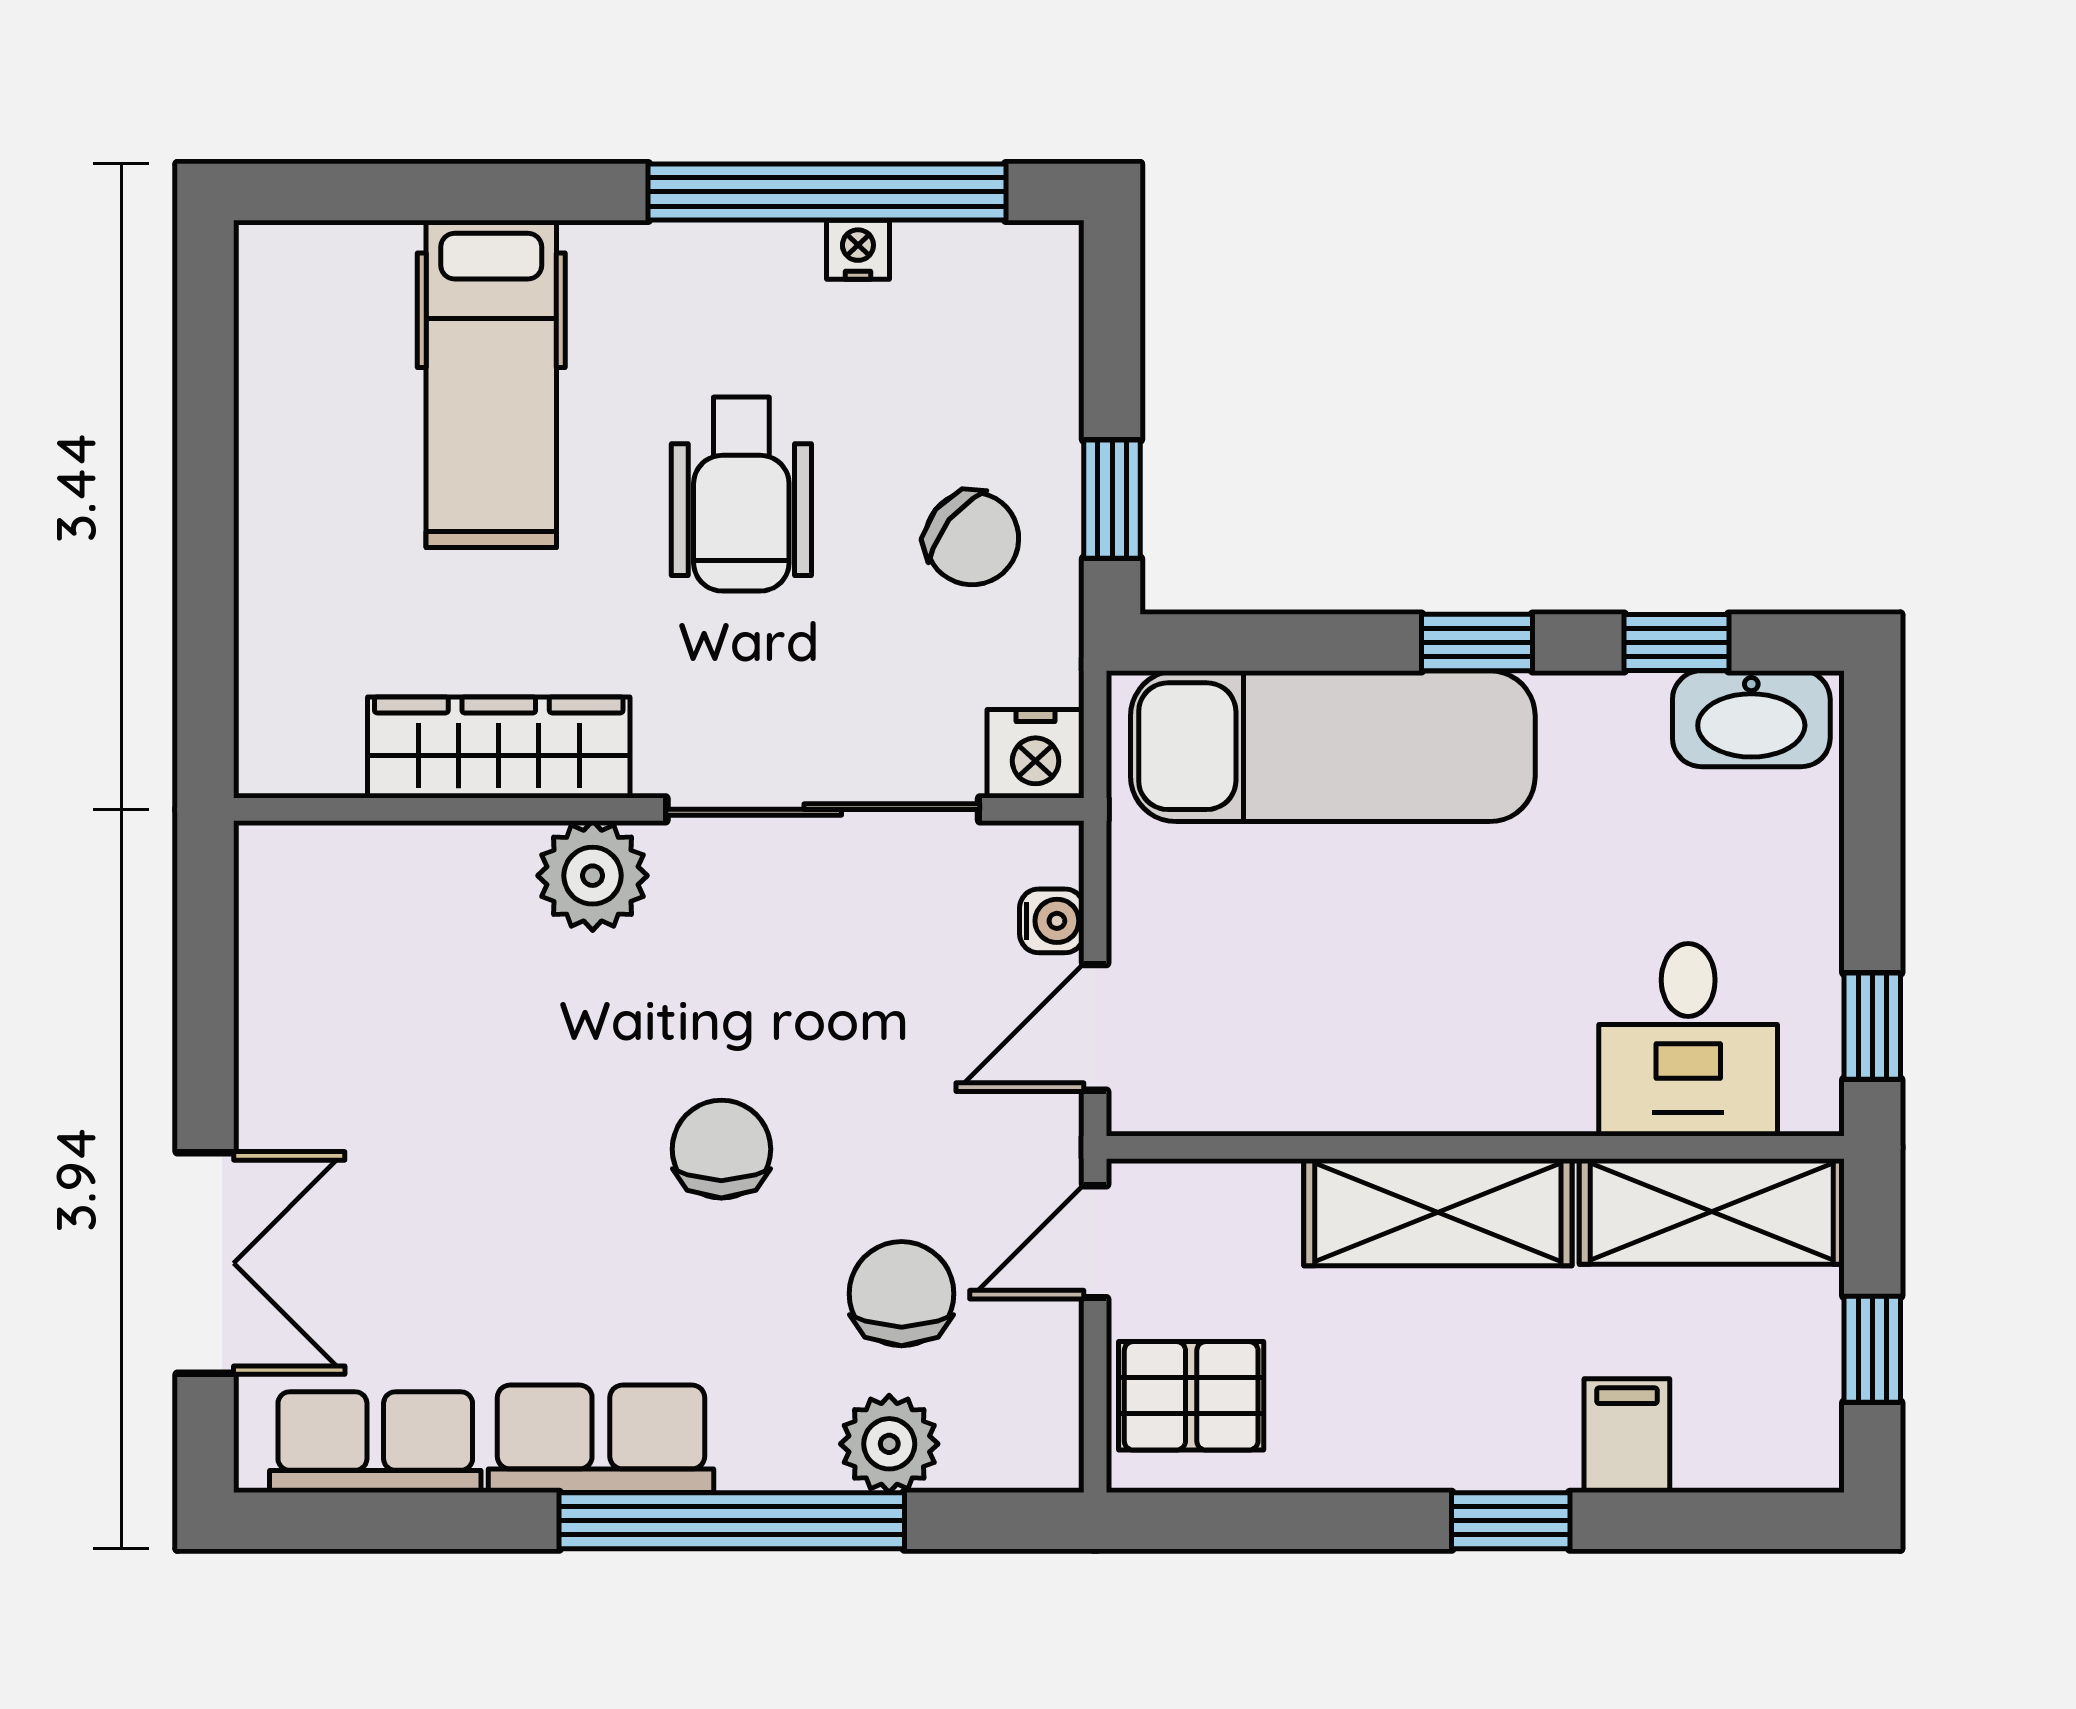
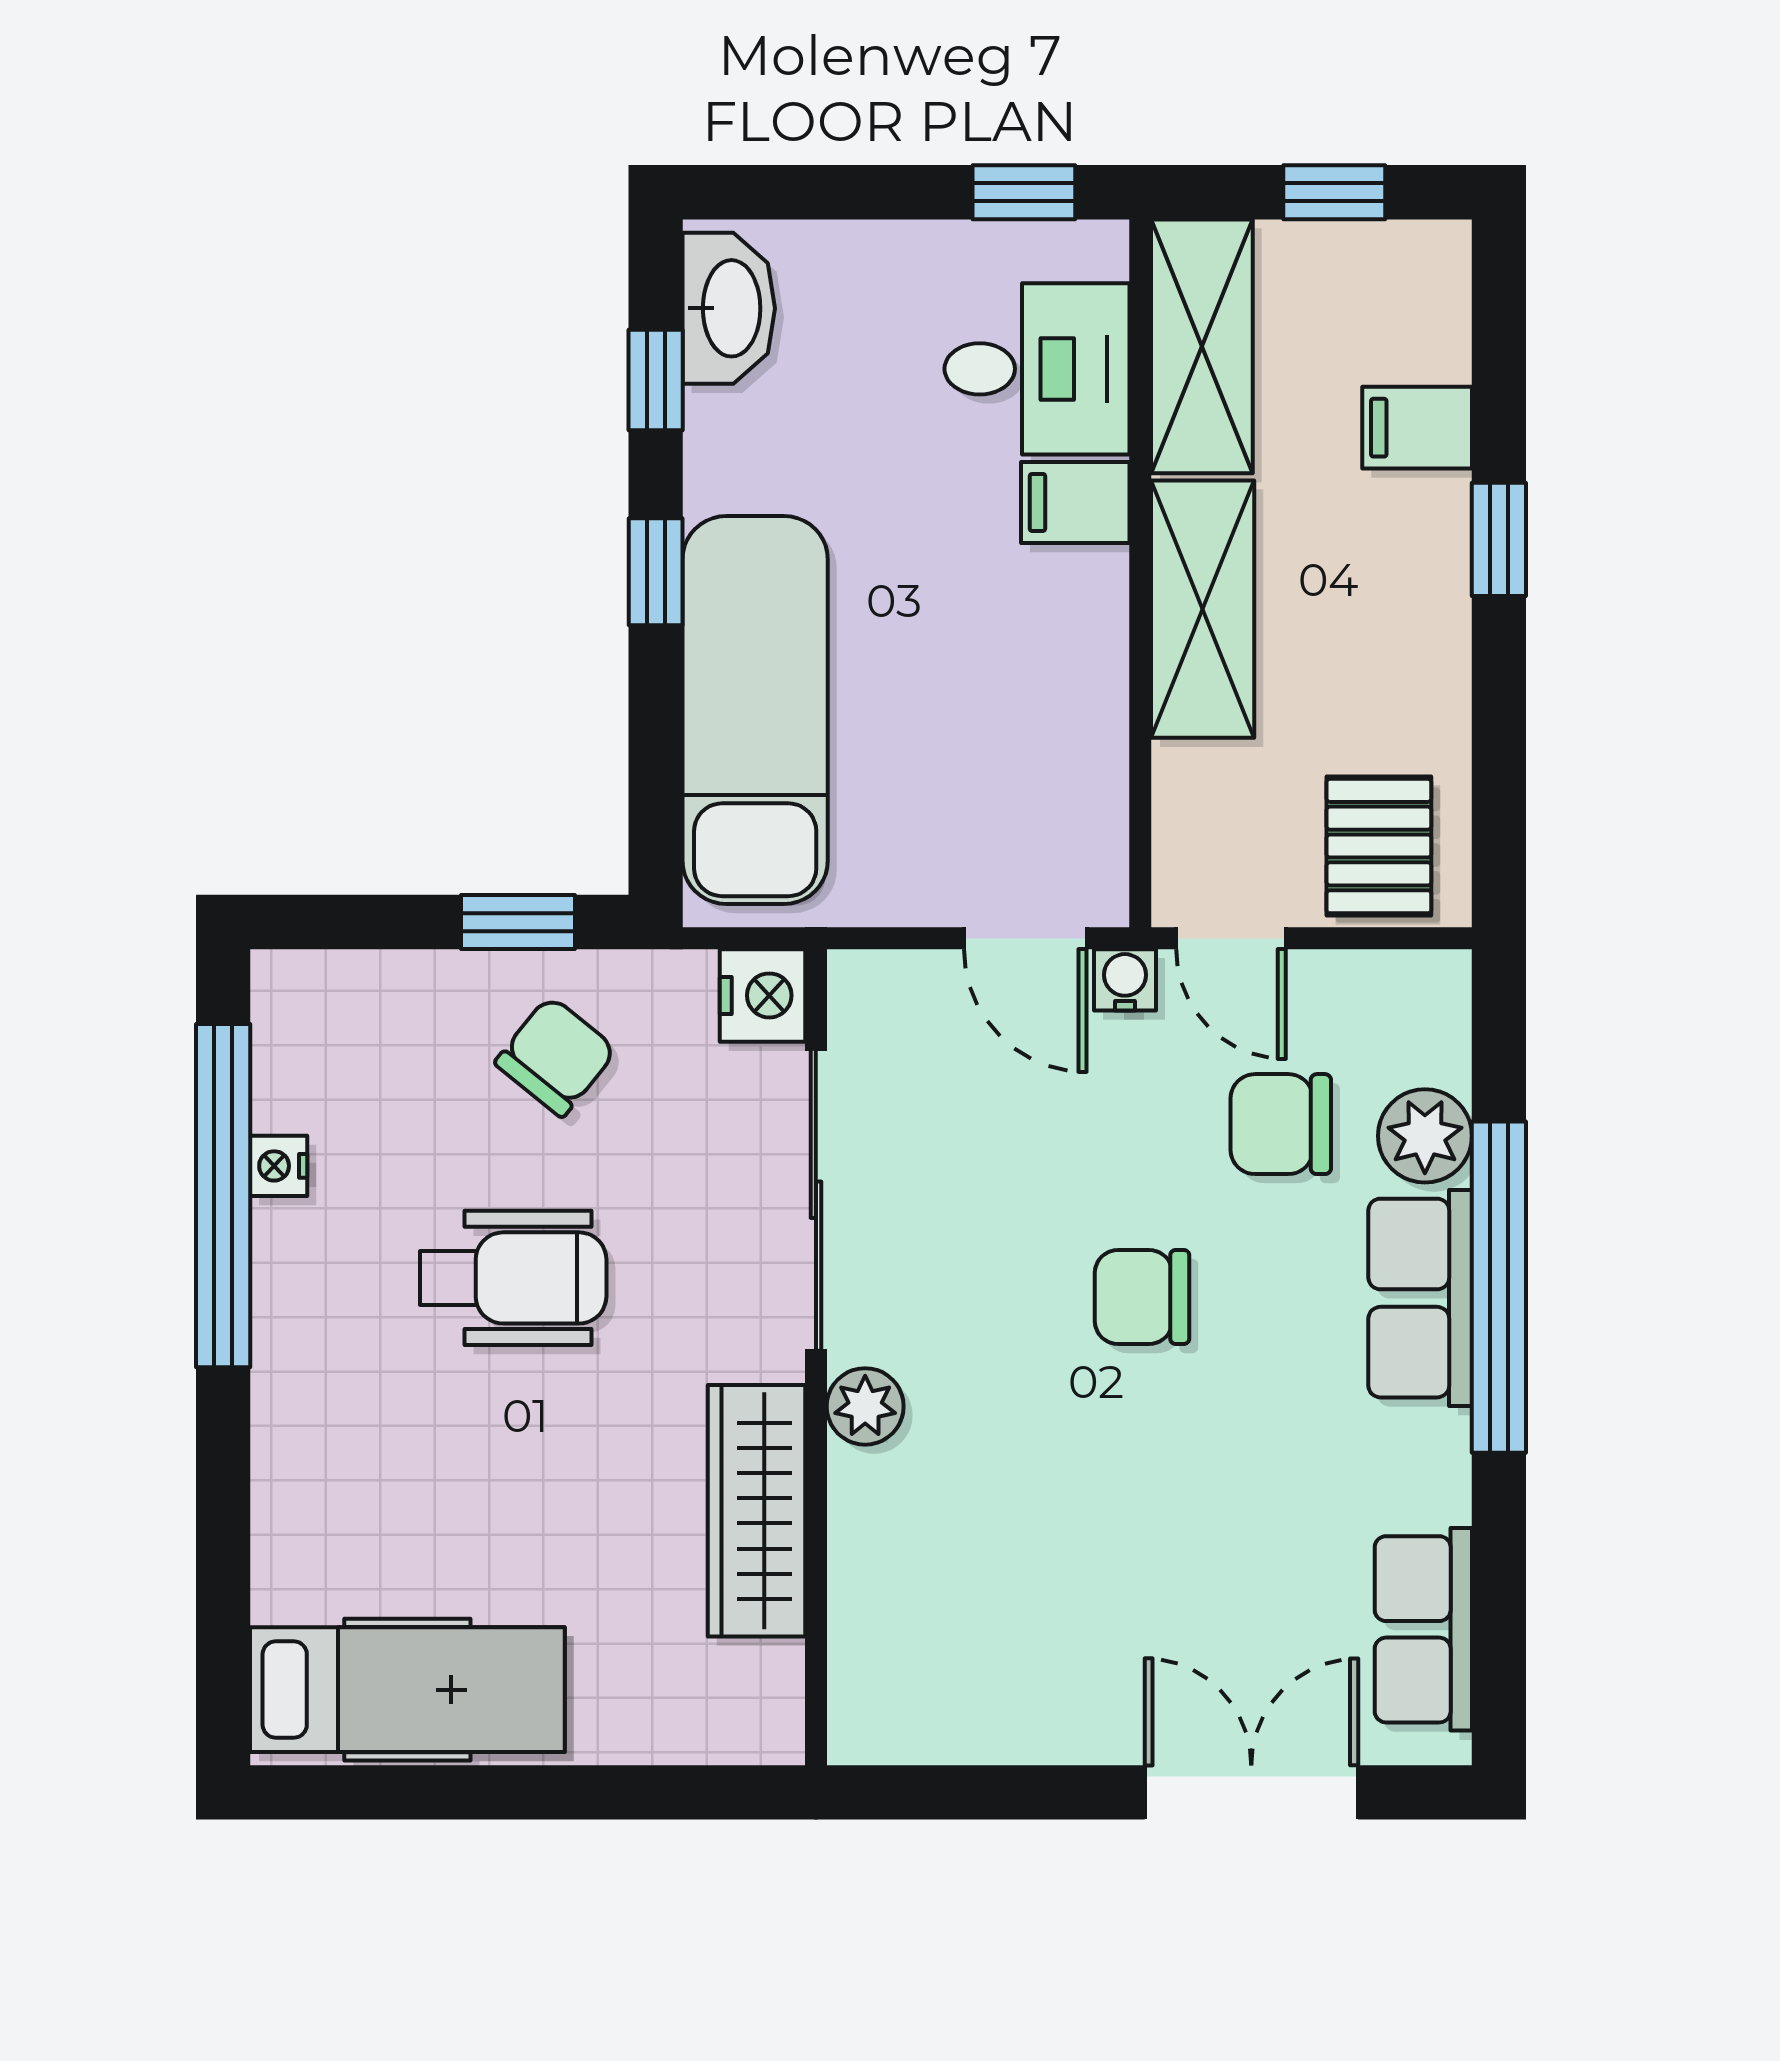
hospital bed: (491, 384) -> (407, 1690), moved
plant: (593, 876) -> (865, 1406), width x0.73, depth x0.73
water cooler: (1052, 921) -> (1125, 980), moved
filing cabinet: (1549, 1080) -> (1075, 502), added
row of seats: (601, 1439) -> (1420, 1298), moved

